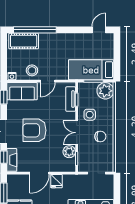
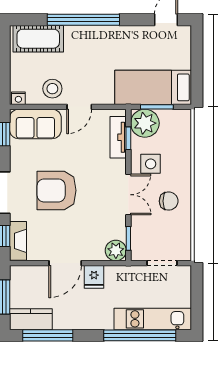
window: (35, 30) -> (83, 20), moved
plant: (105, 91) -> (145, 123), moved
double door: (77, 133) -> (128, 195), swing flipped
plant: (69, 152) -> (116, 251), moved

